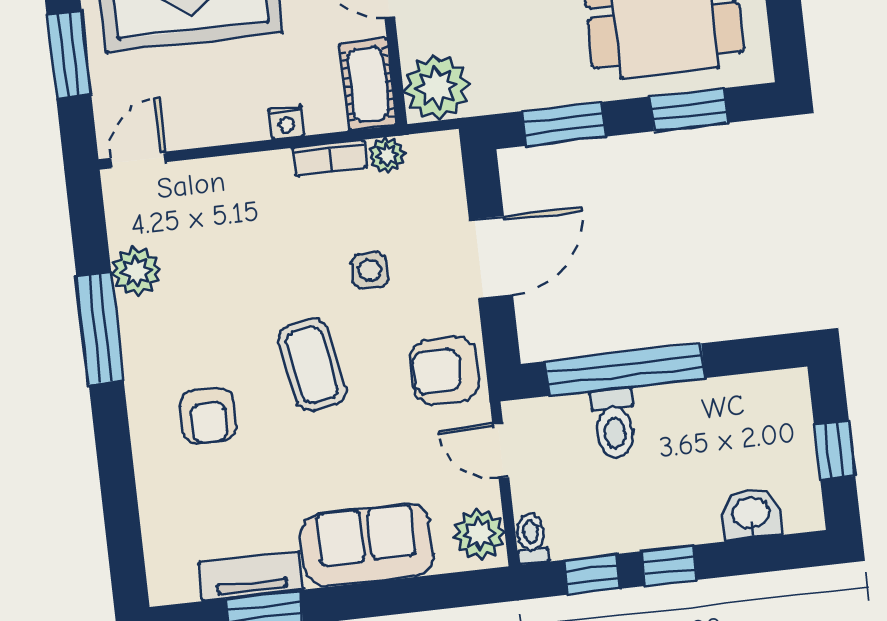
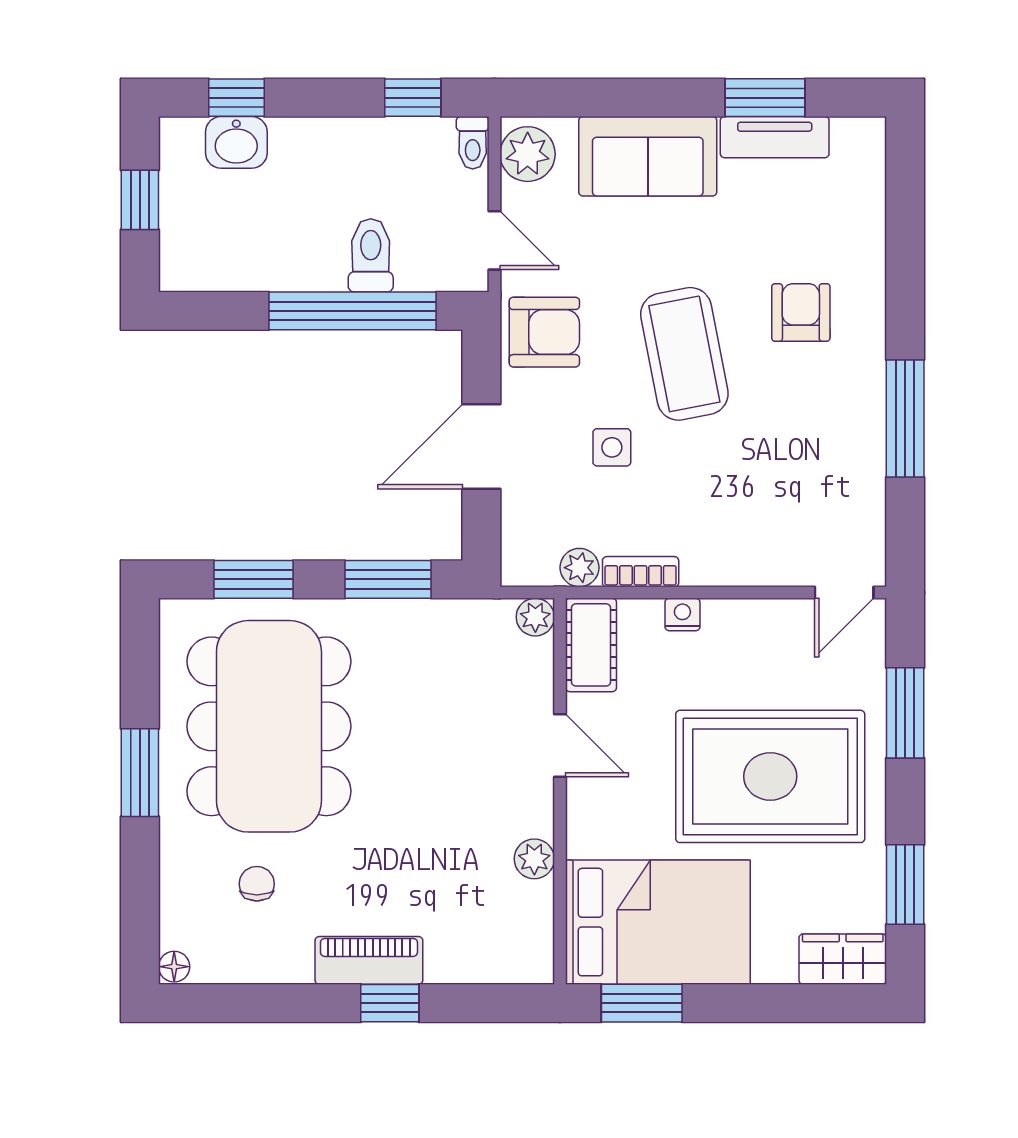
plant: (436, 87) -> (535, 617), width x0.53, depth x0.53
plant: (136, 271) -> (860, 475), removed
coffee table: (312, 365) -> (684, 354), width x1.36, depth x1.32
window: (669, 566) -> (236, 98), moved

